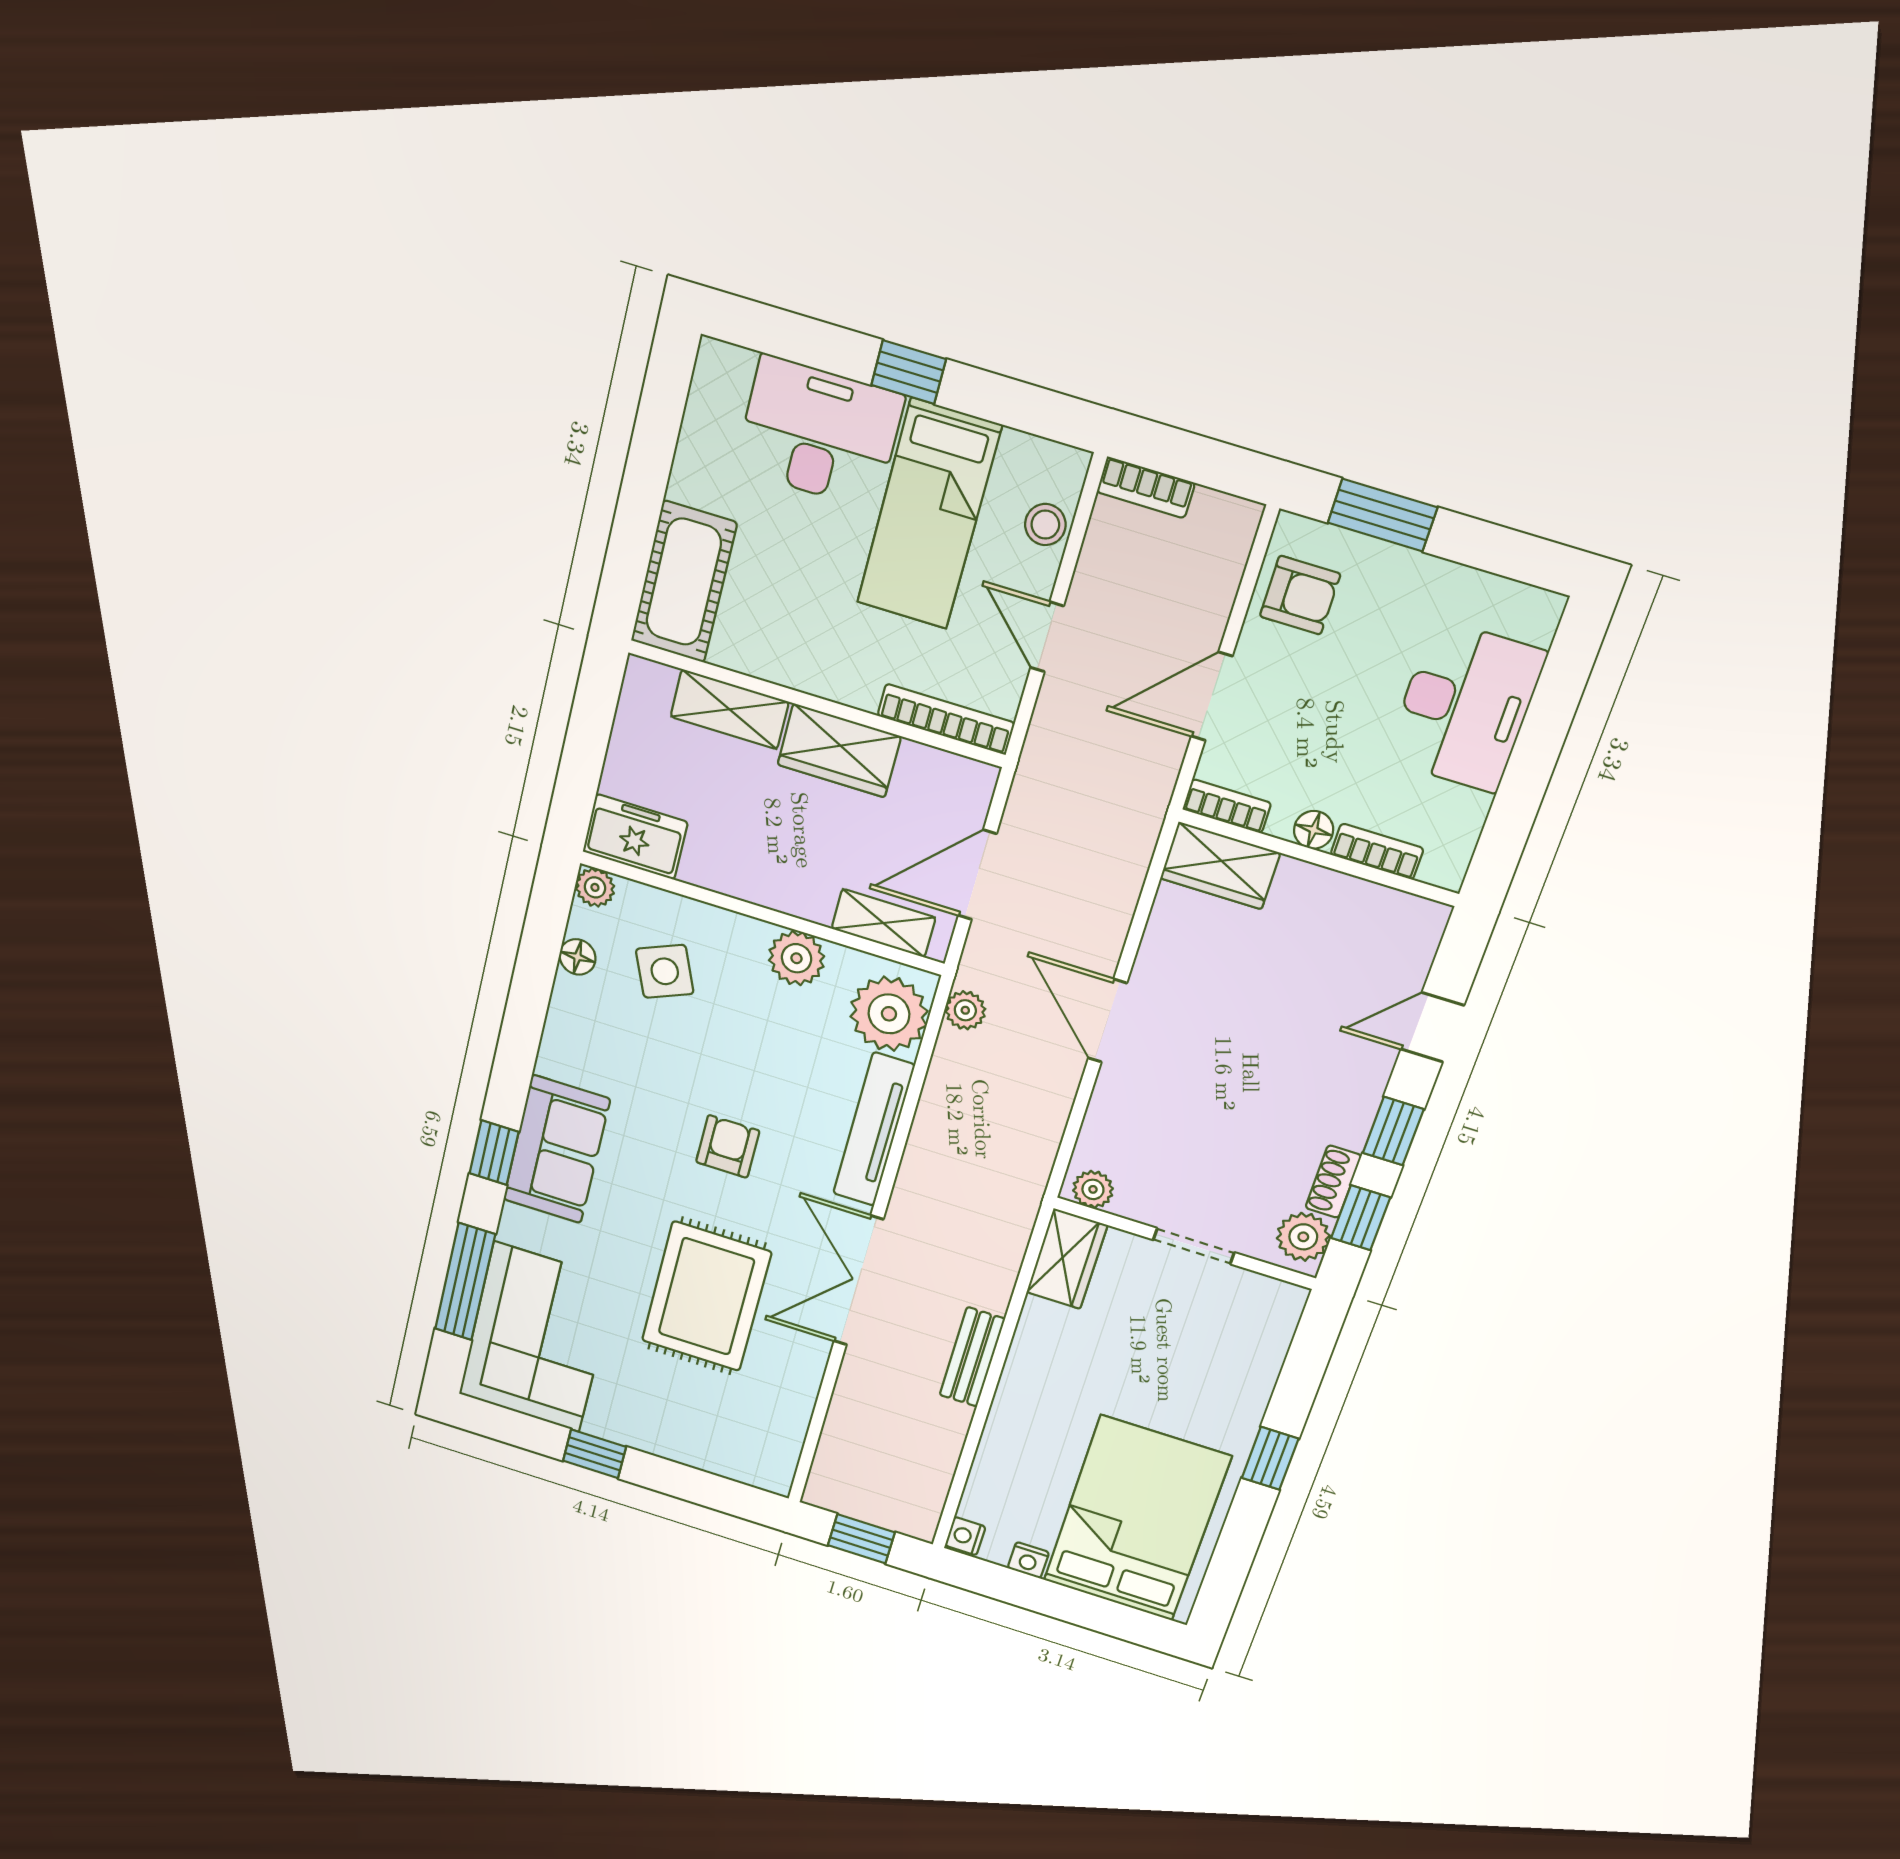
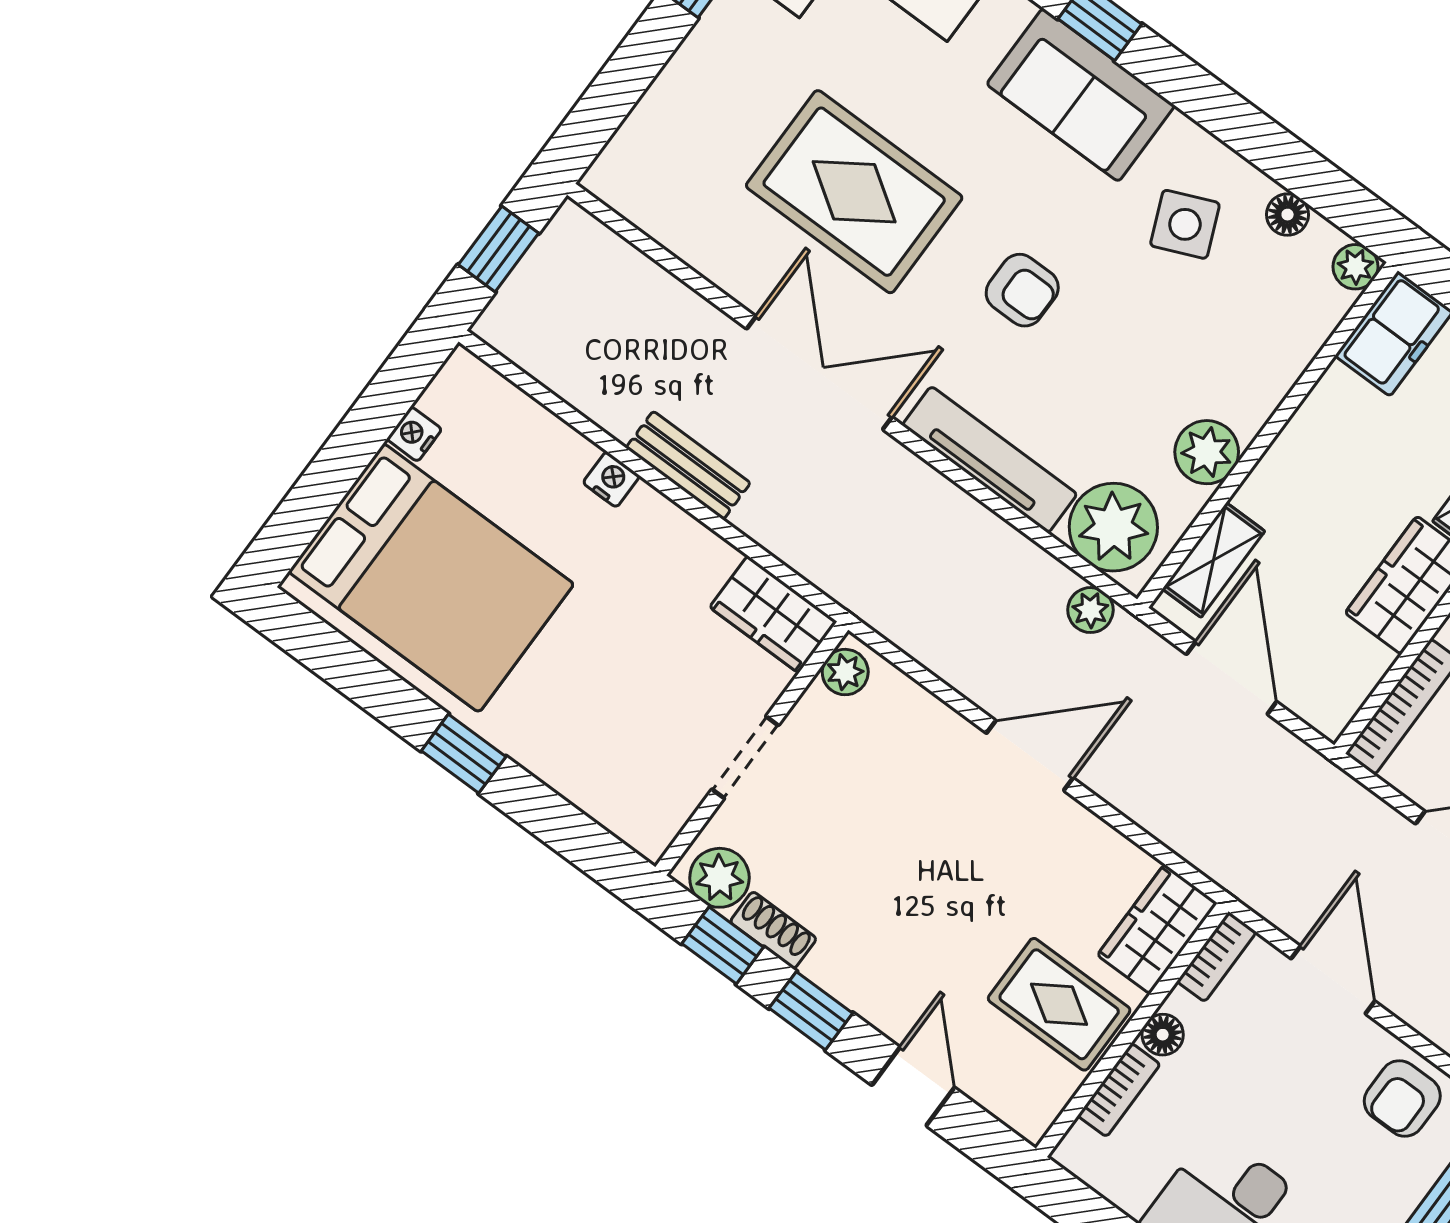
rug: (1317, 928) -> (1059, 1004), added
side table: (665, 971) -> (1185, 224), moved
nightstand: (965, 1536) -> (611, 479), moved

